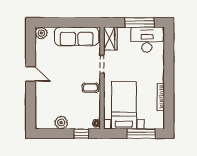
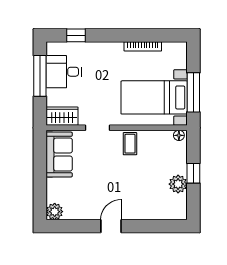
sofa: (77, 36) -> (59, 155), width x0.73
desk: (147, 40) -> (64, 72), width x0.73
window: (169, 49) -> (76, 35), added
window: (81, 134) -> (193, 173), moved
window: (141, 134) -> (193, 92), moved

